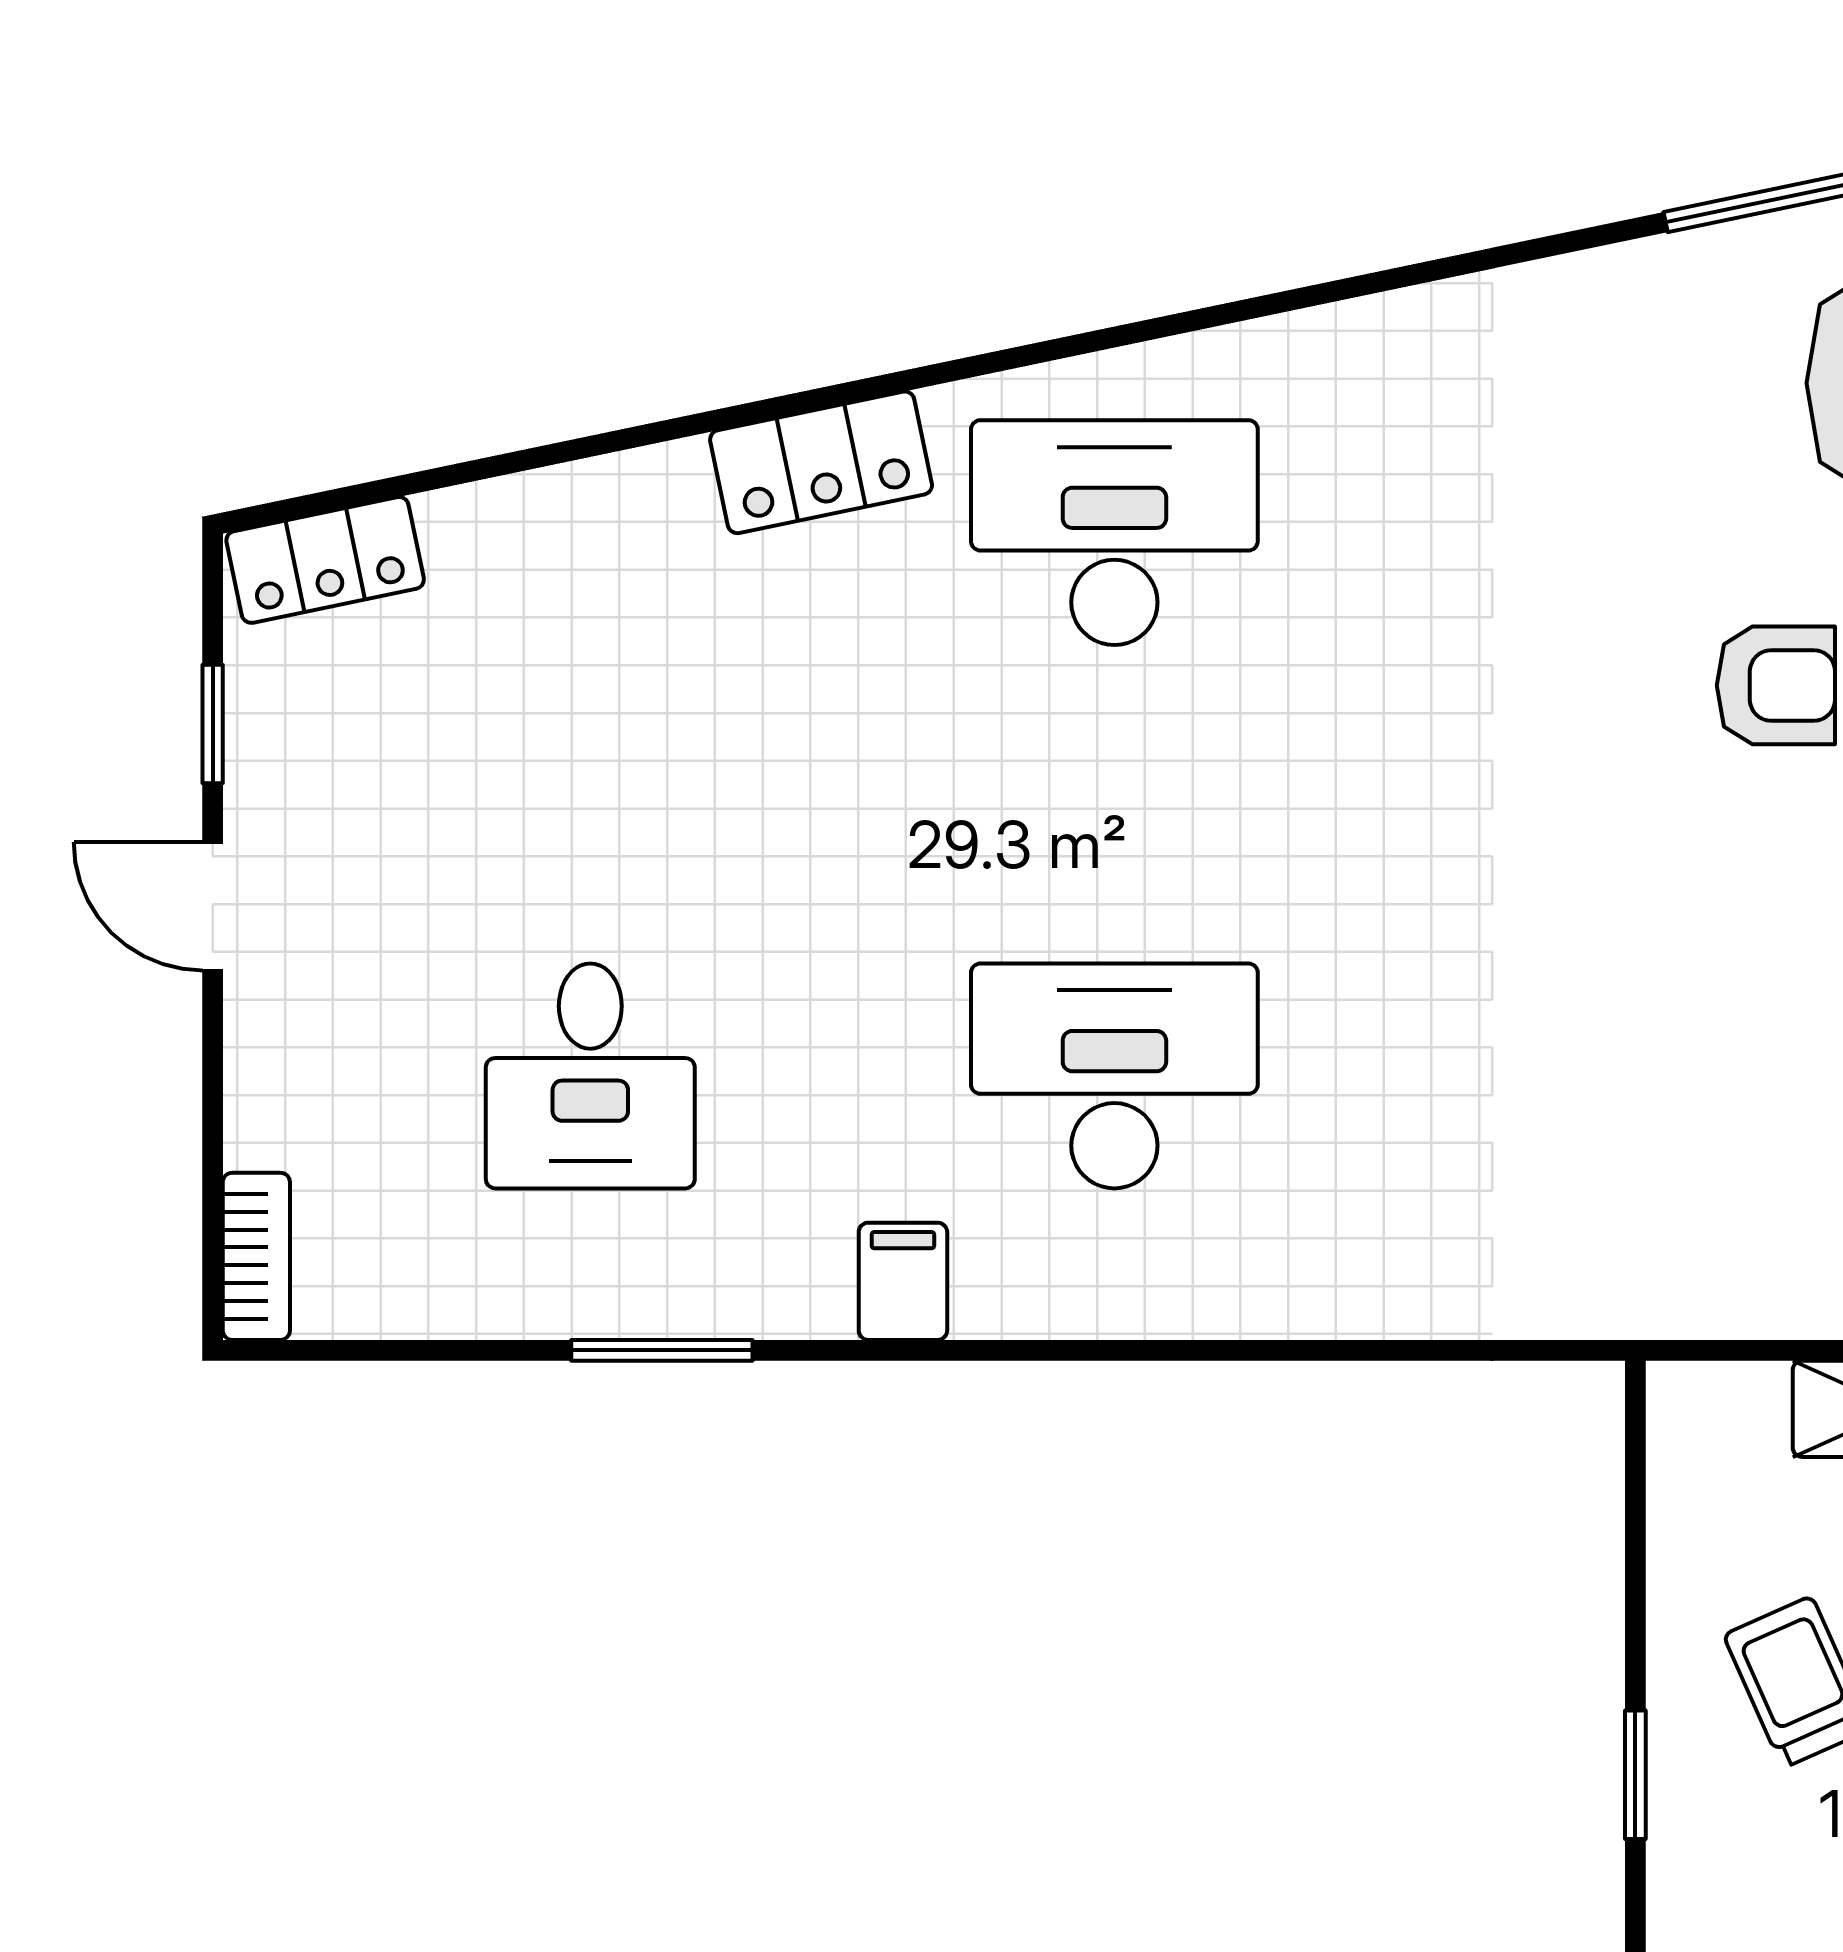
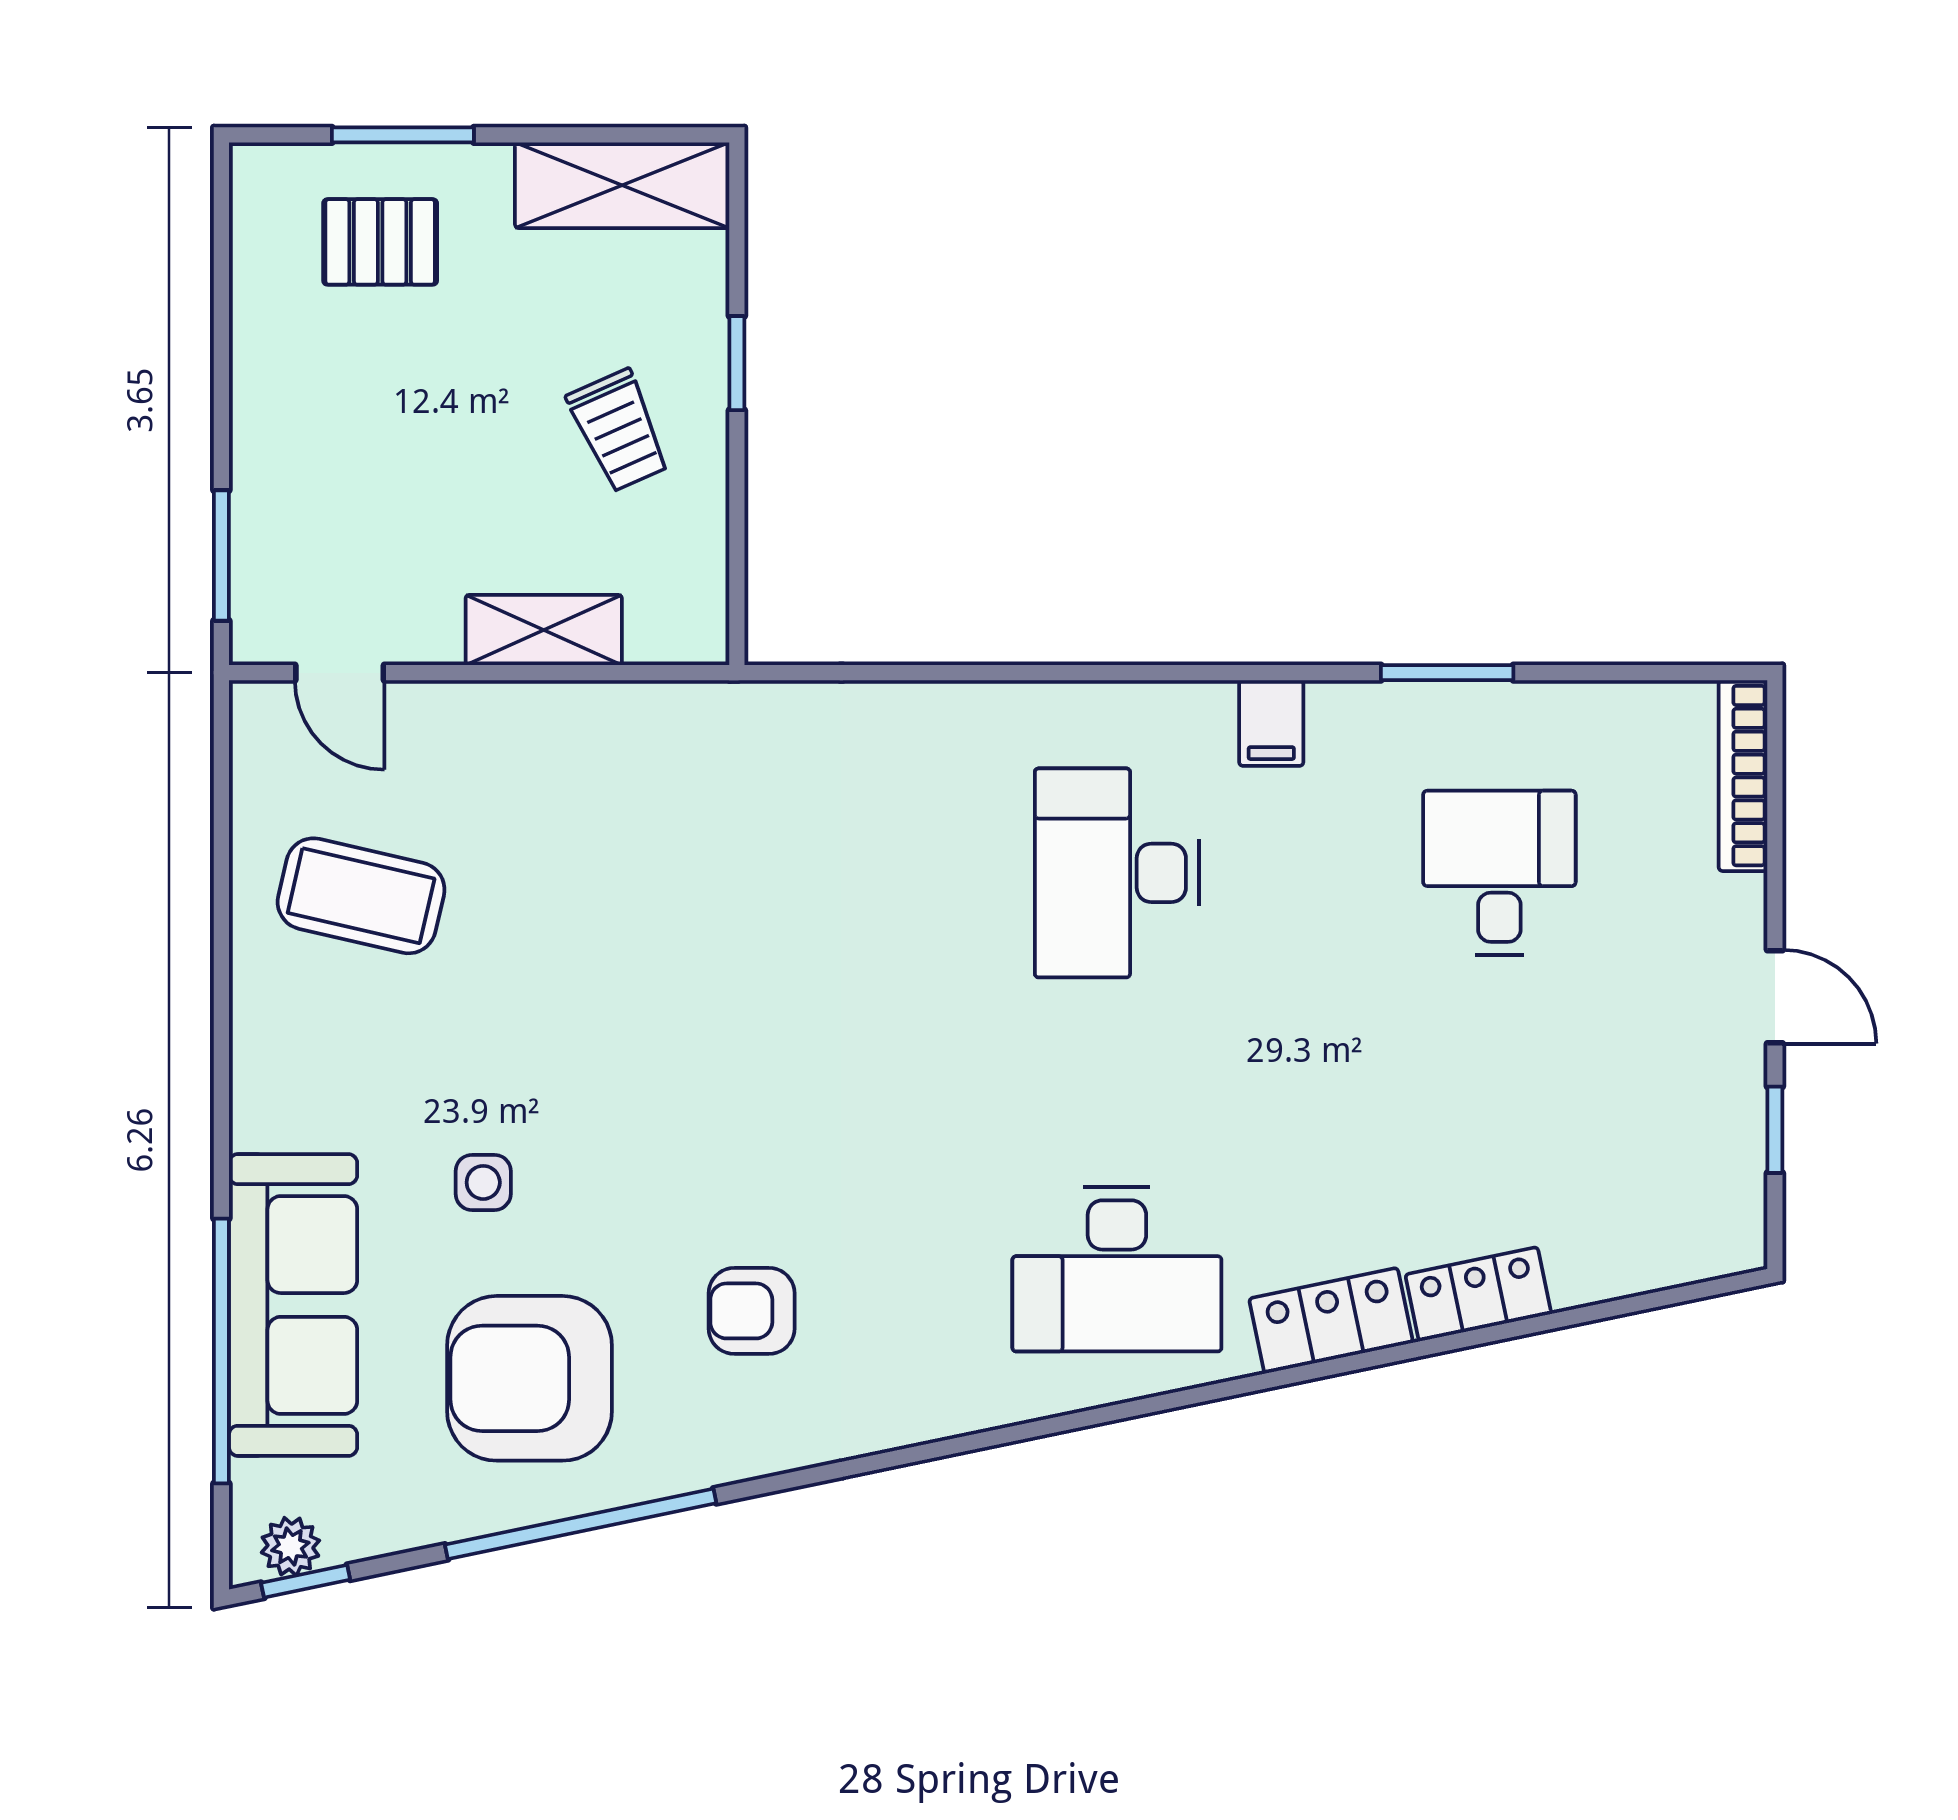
locker: (325, 560) -> (1478, 1294), moved
armchair: (1776, 685) -> (752, 1311), moved
desk: (1114, 1076) -> (1117, 873), turned 90
bookcase: (256, 1256) -> (1743, 776), width x1.56

